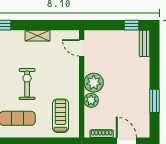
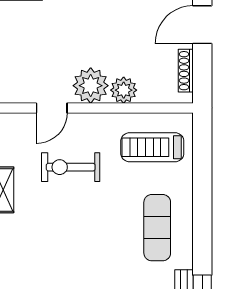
door: (82, 48) -> (52, 108), moved
exercise bike: (27, 84) -> (71, 167), moved

